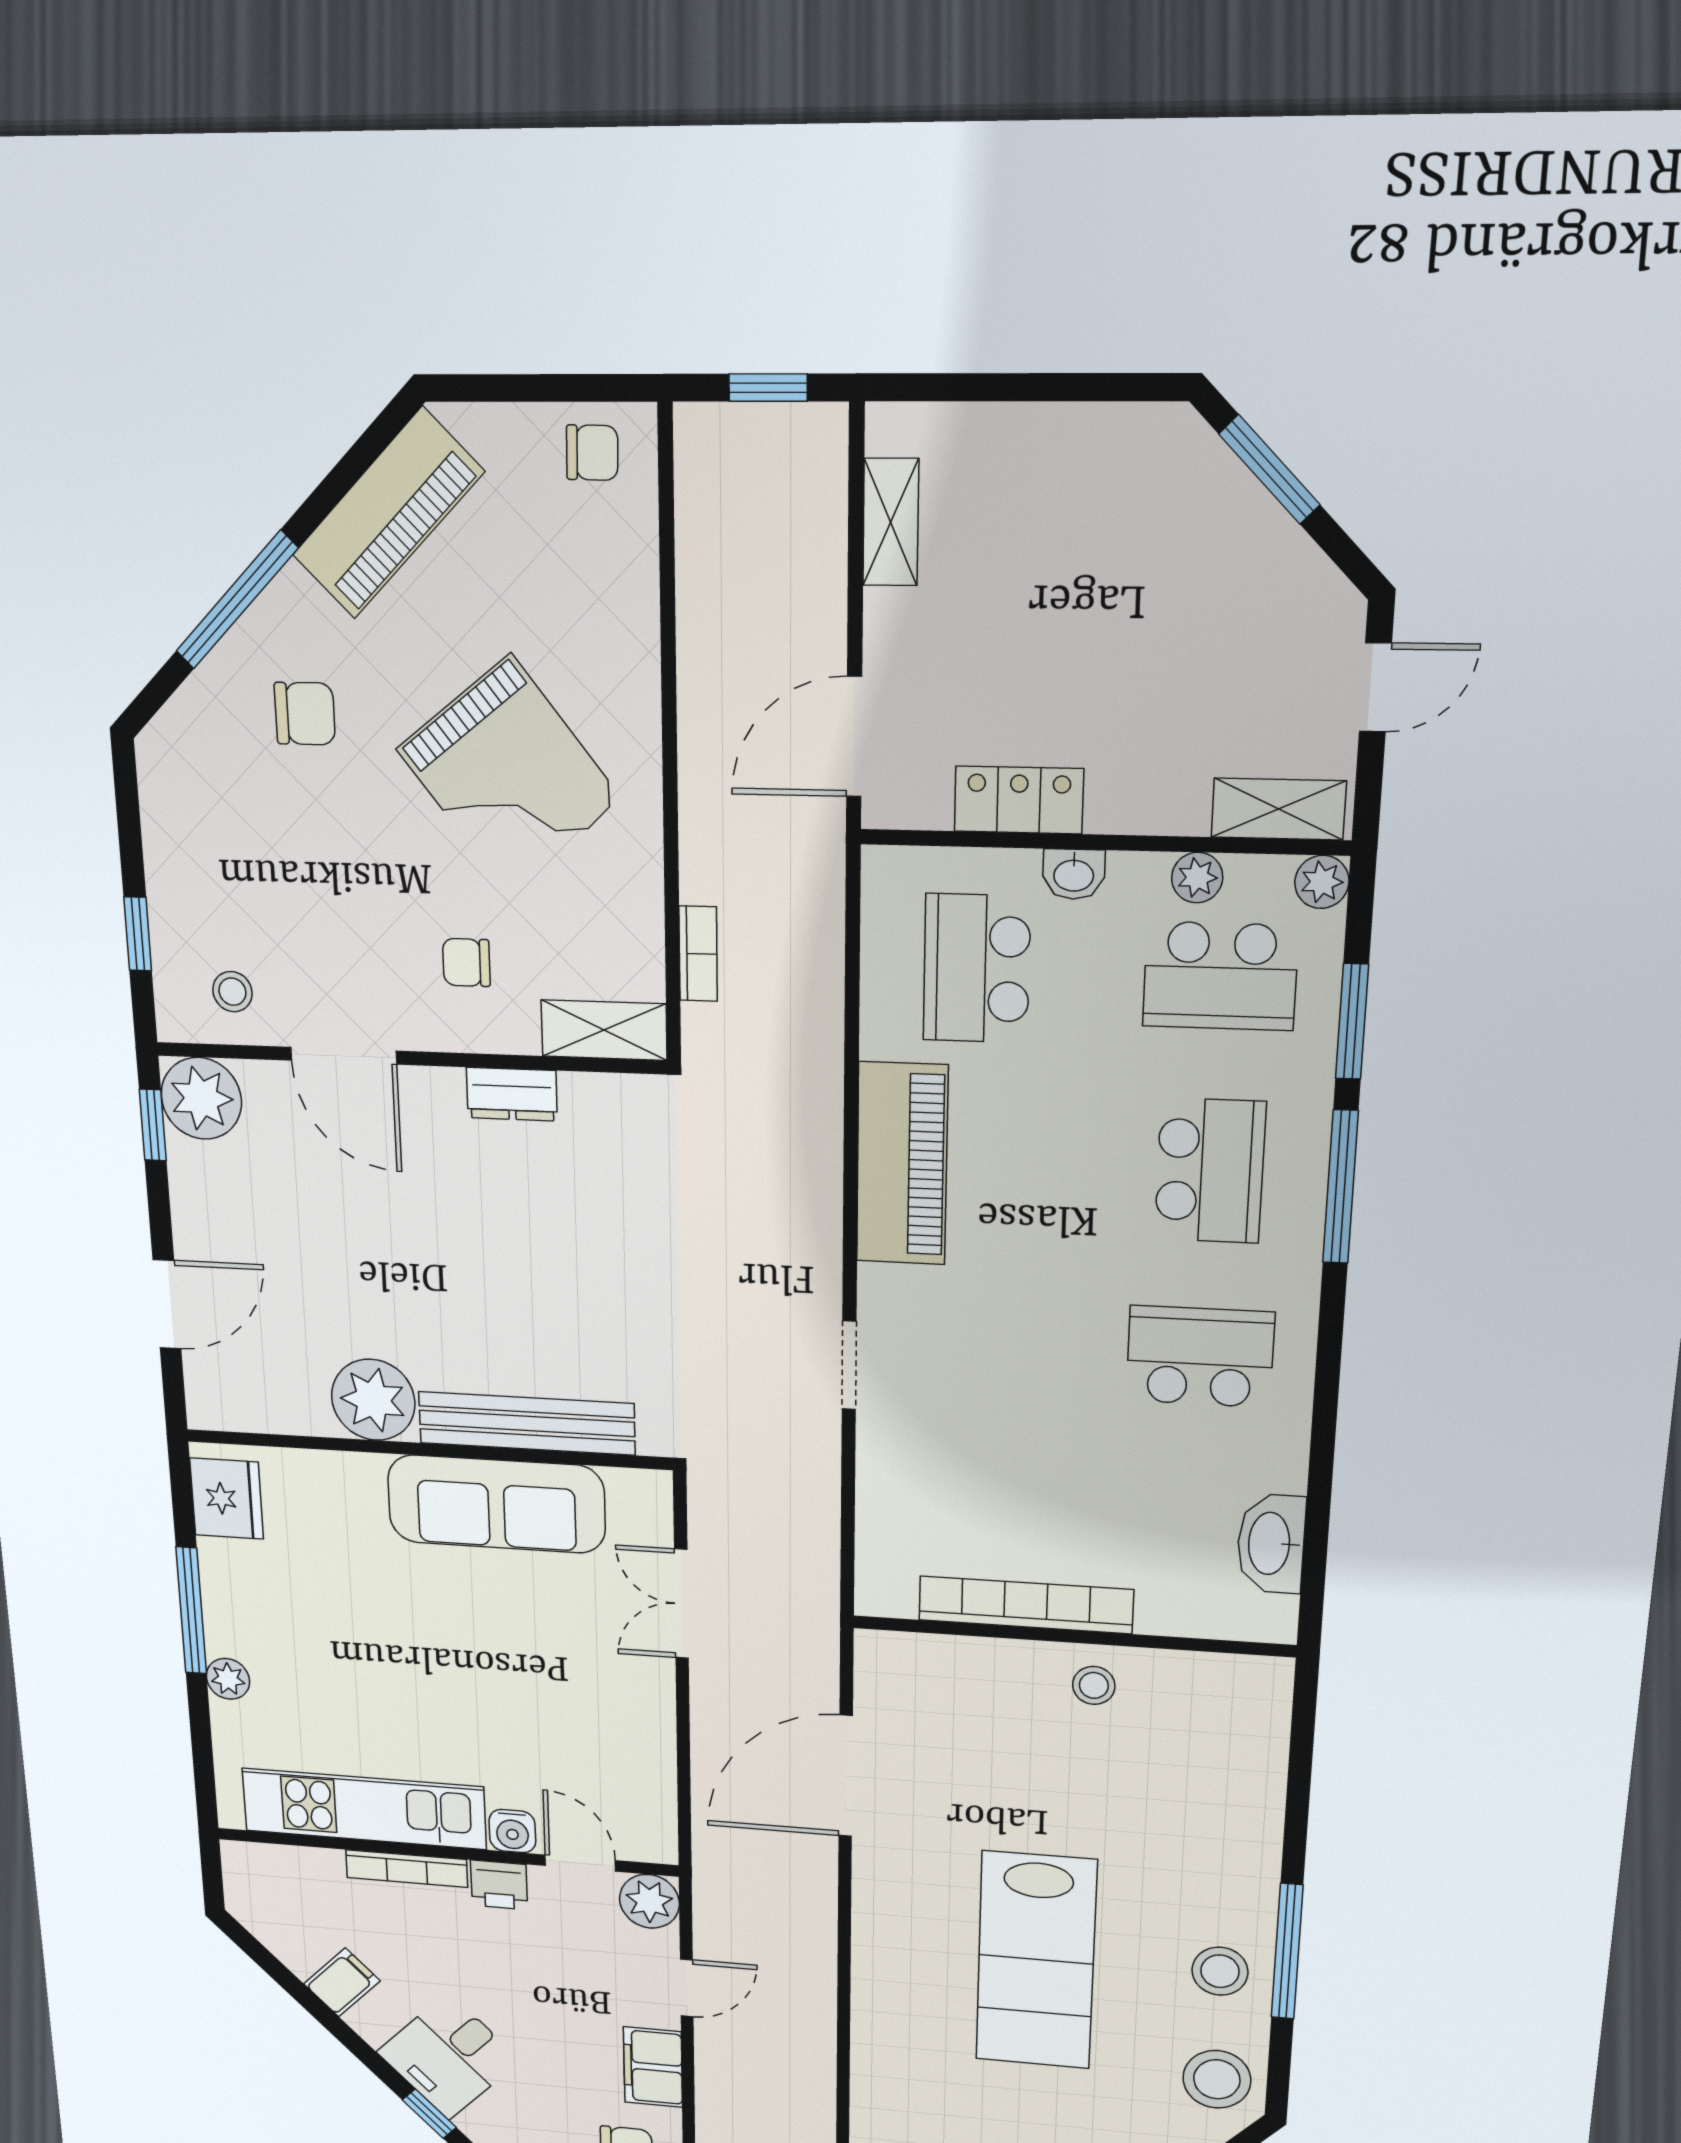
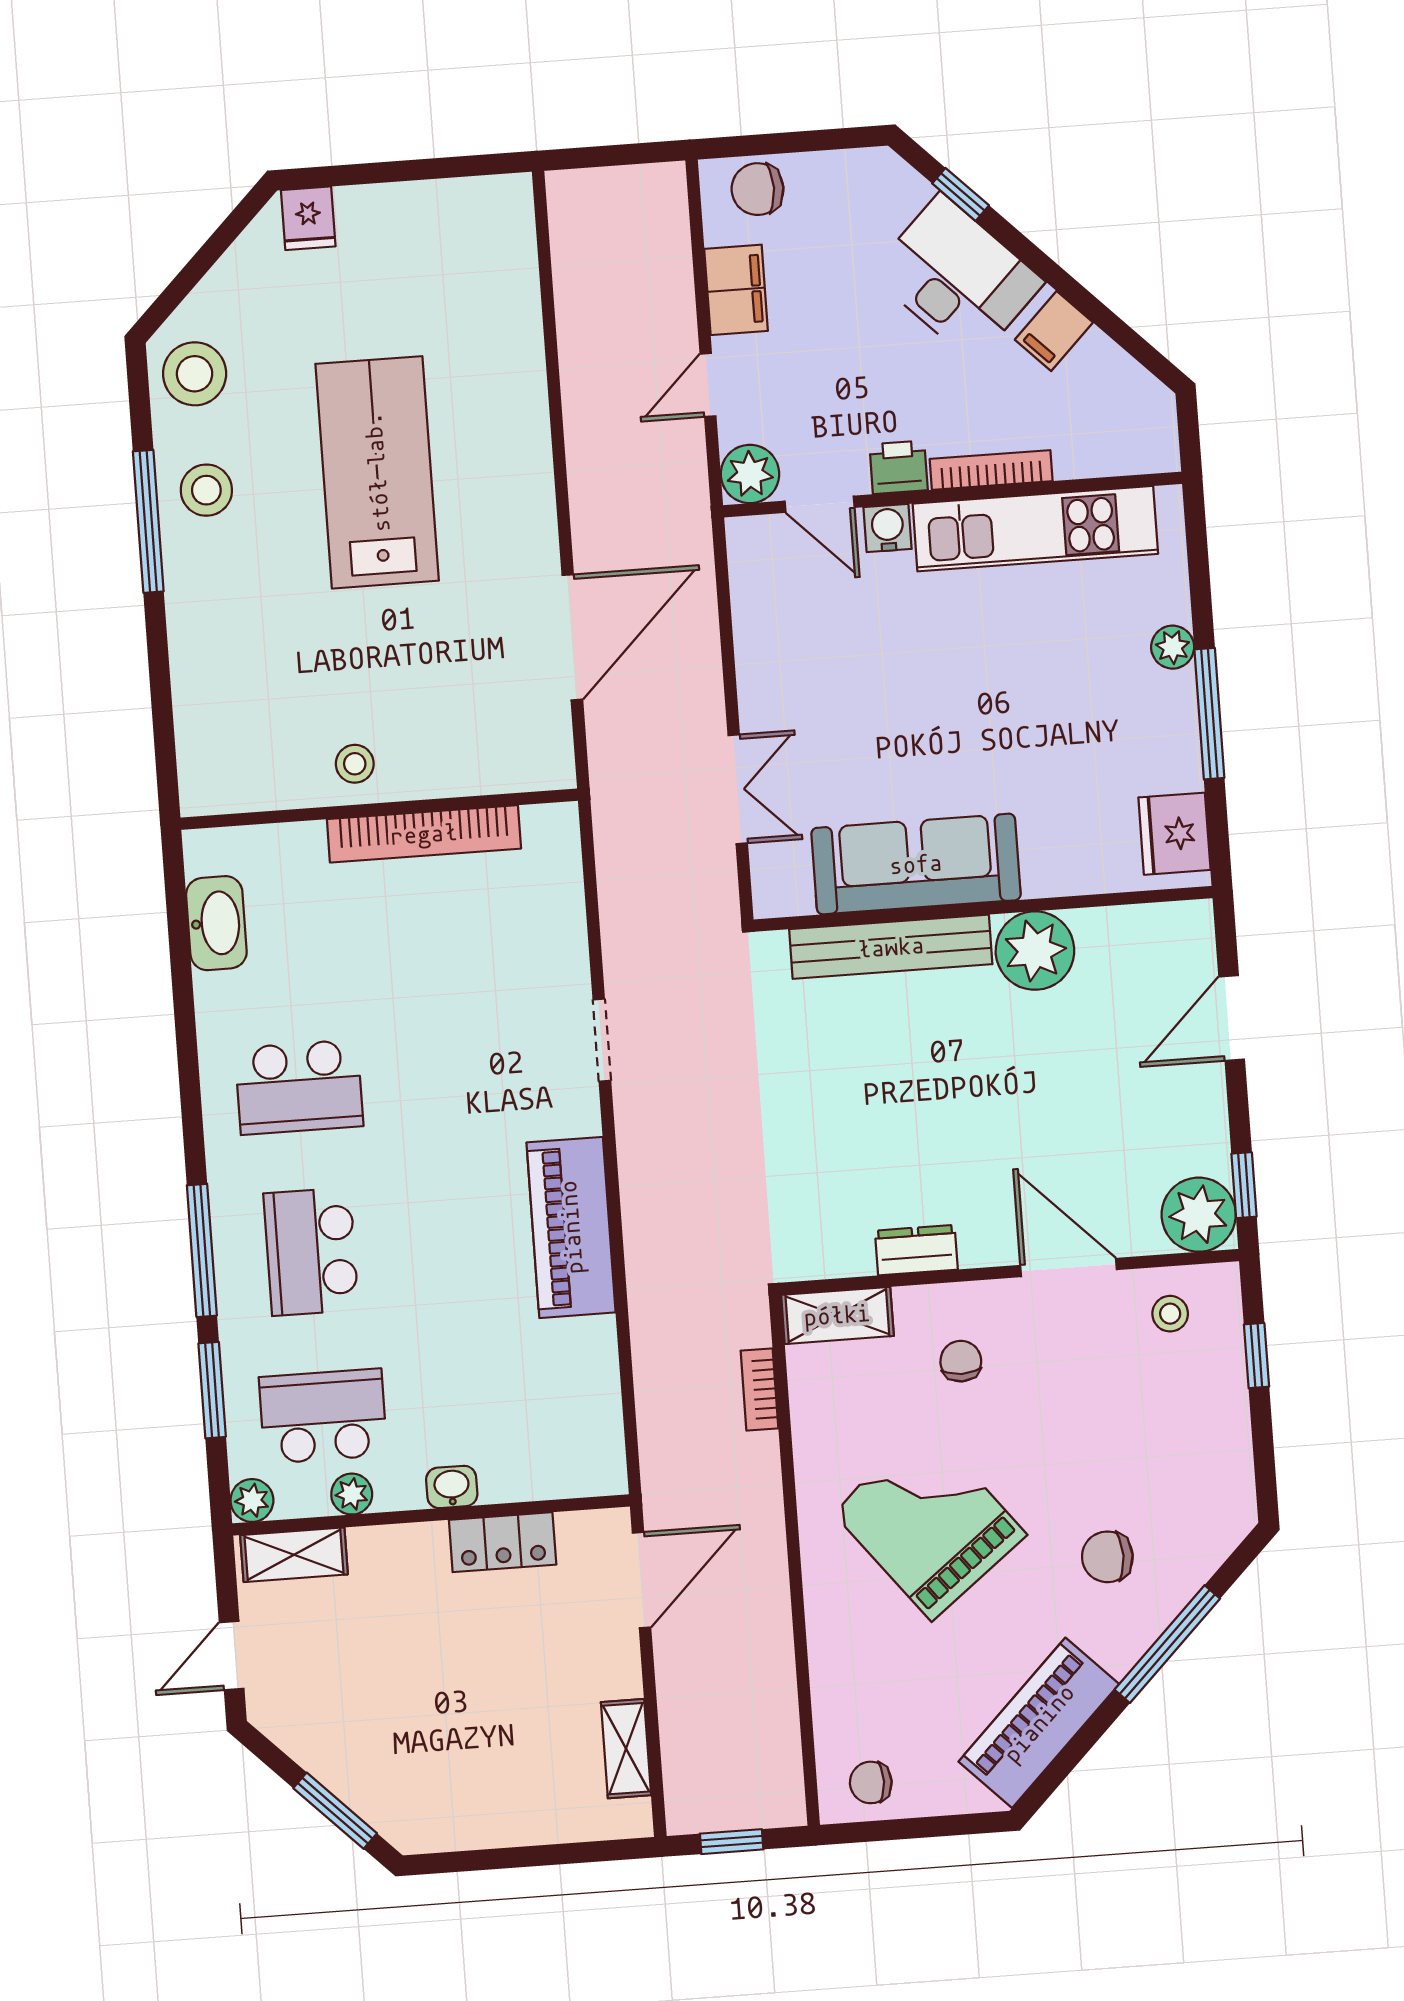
chair: (466, 962) -> (961, 1361), turned -90
school desk: (977, 969) -> (523, 1401), removed
desk: (449, 2056) -> (957, 278), width x1.37

